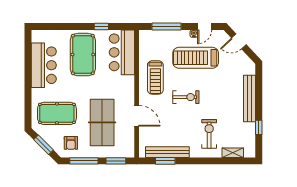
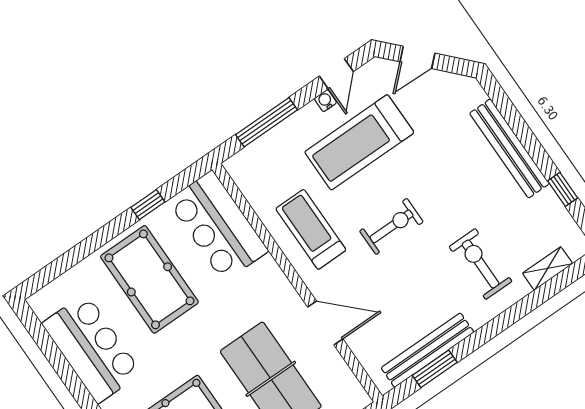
treadmill: (155, 77) -> (311, 229), turned 180

